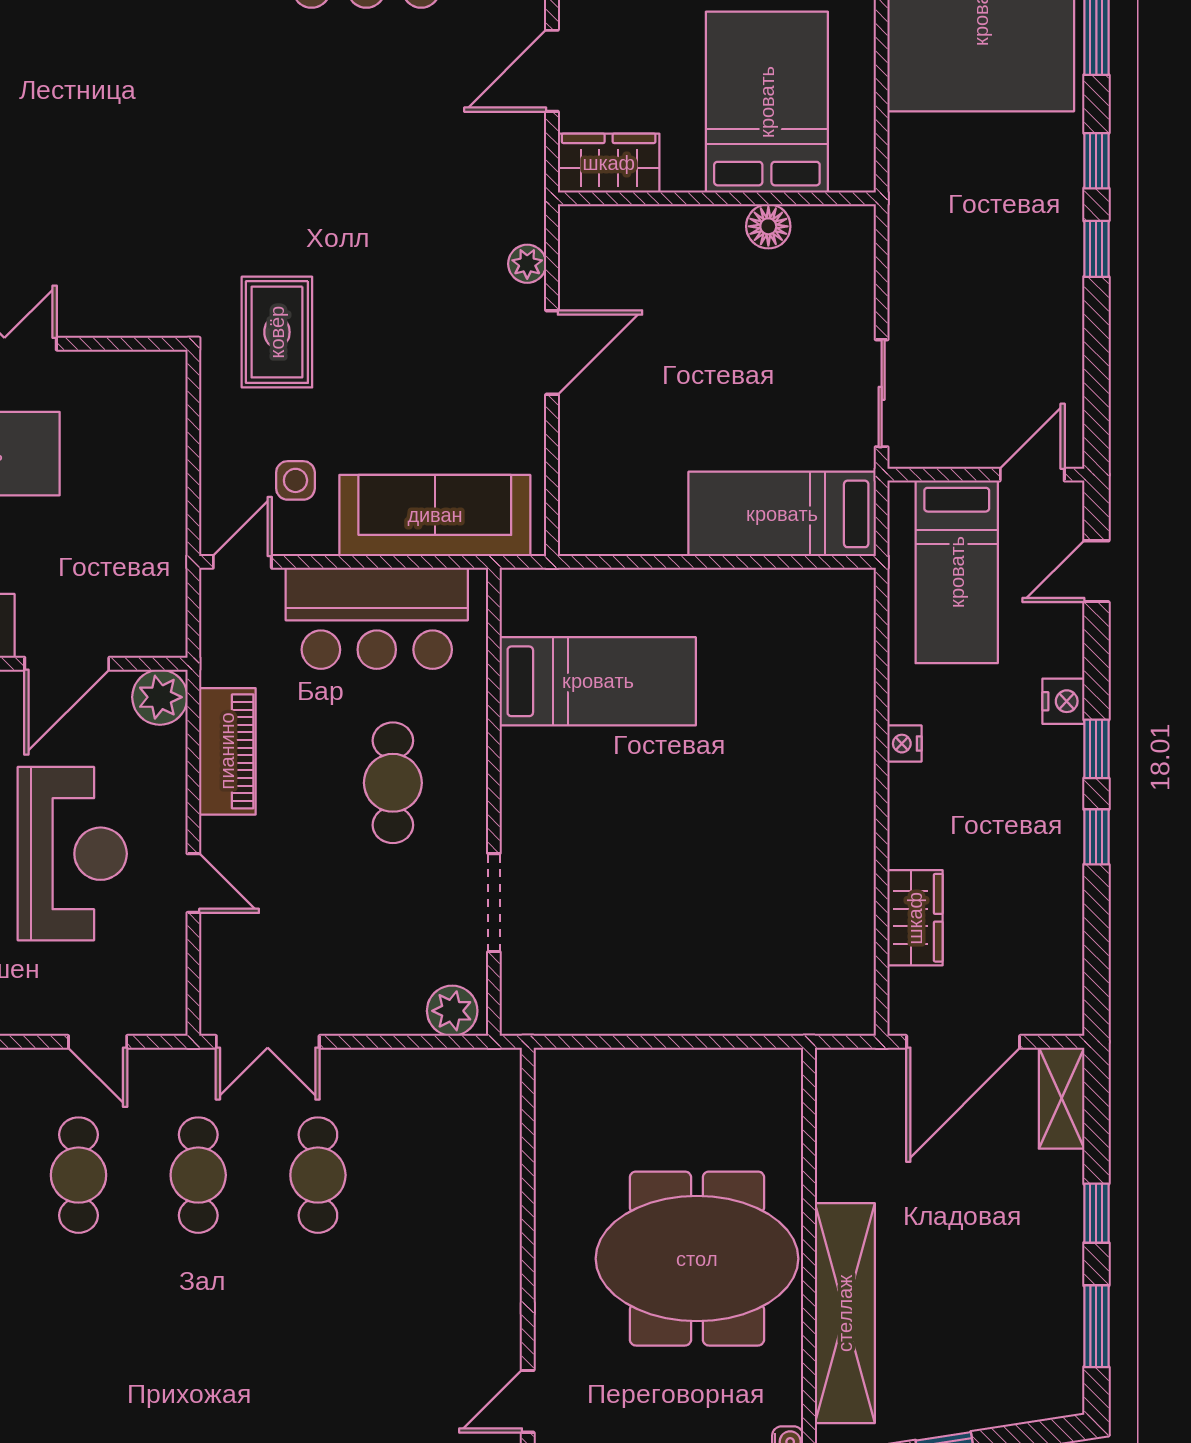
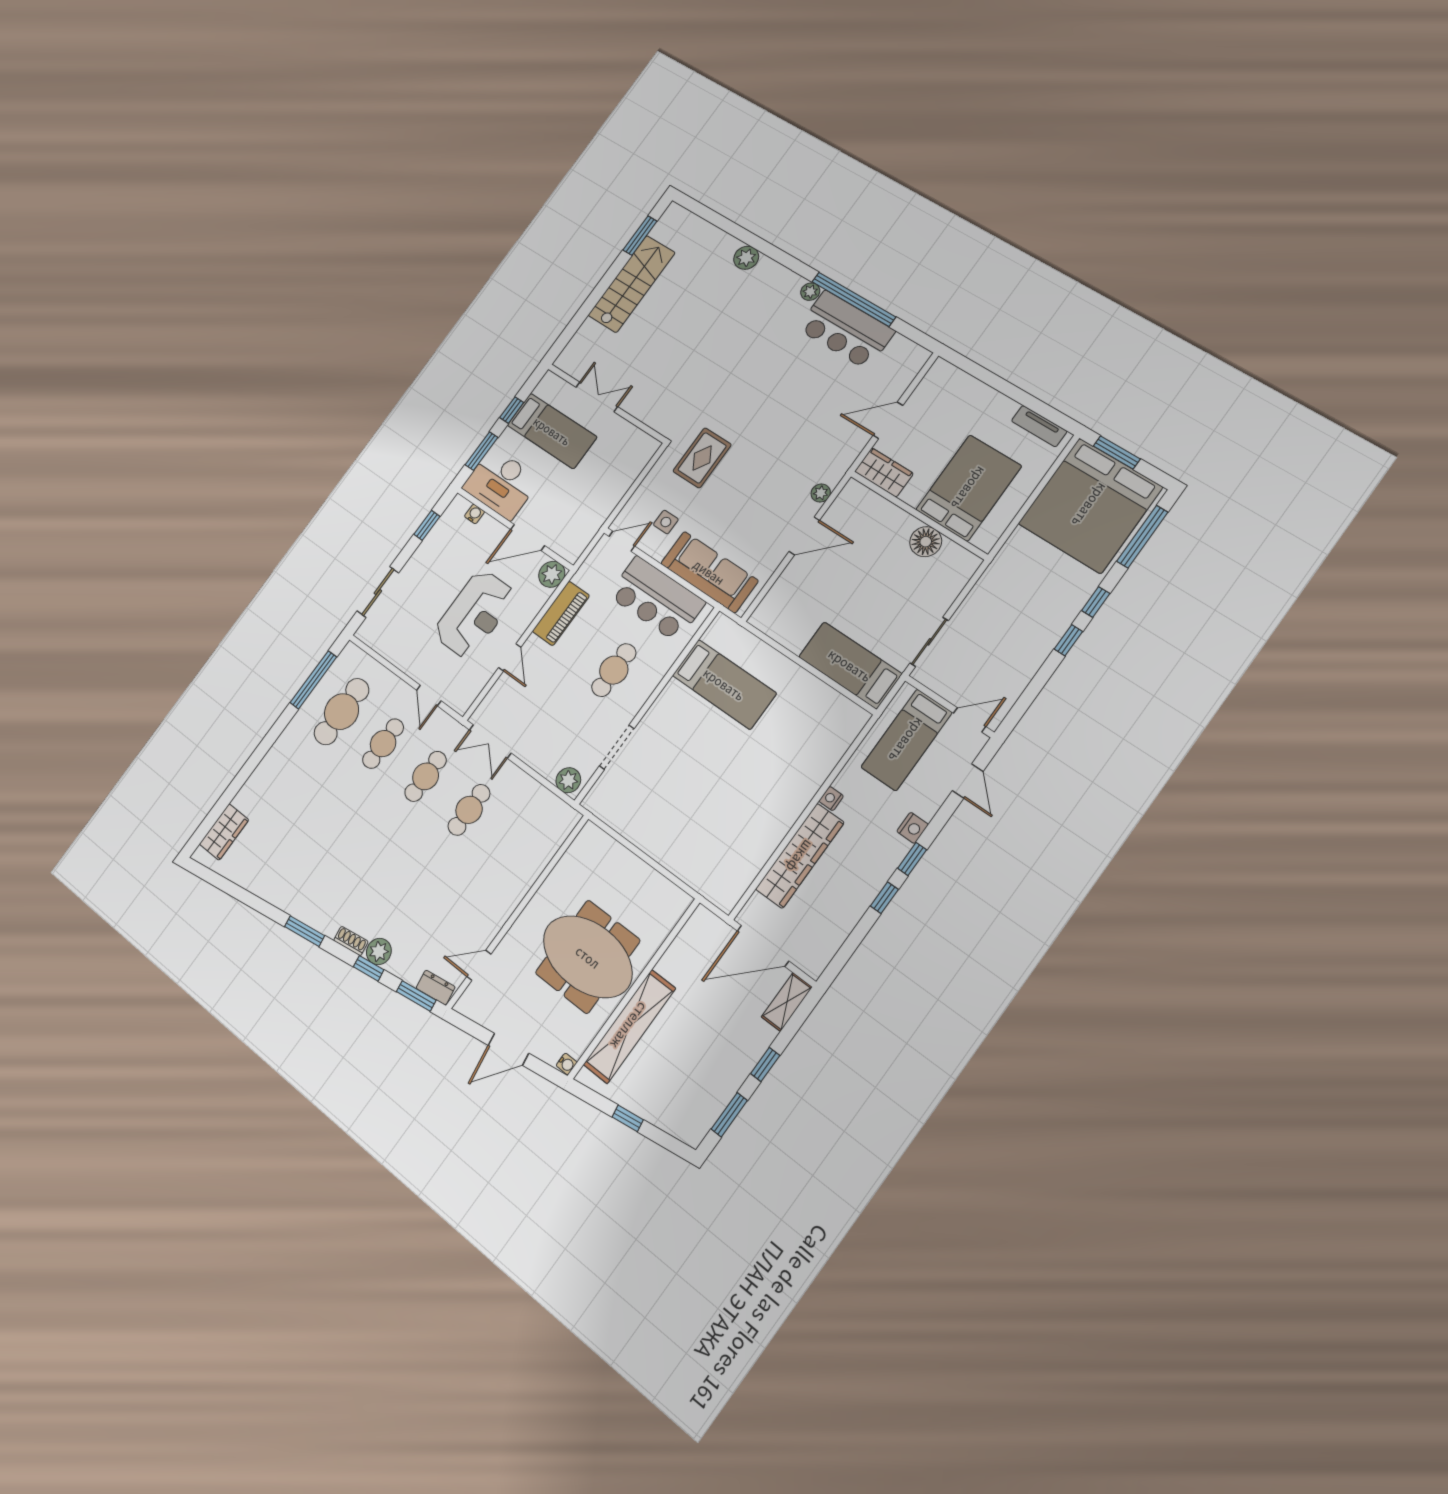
floor lamp: (768, 226) -> (926, 542), width x1.38, depth x1.38
door: (1096, 571) -> (968, 781), swing flipped
wardrobe: (915, 918) -> (800, 856), width x2.10, depth x1.17

